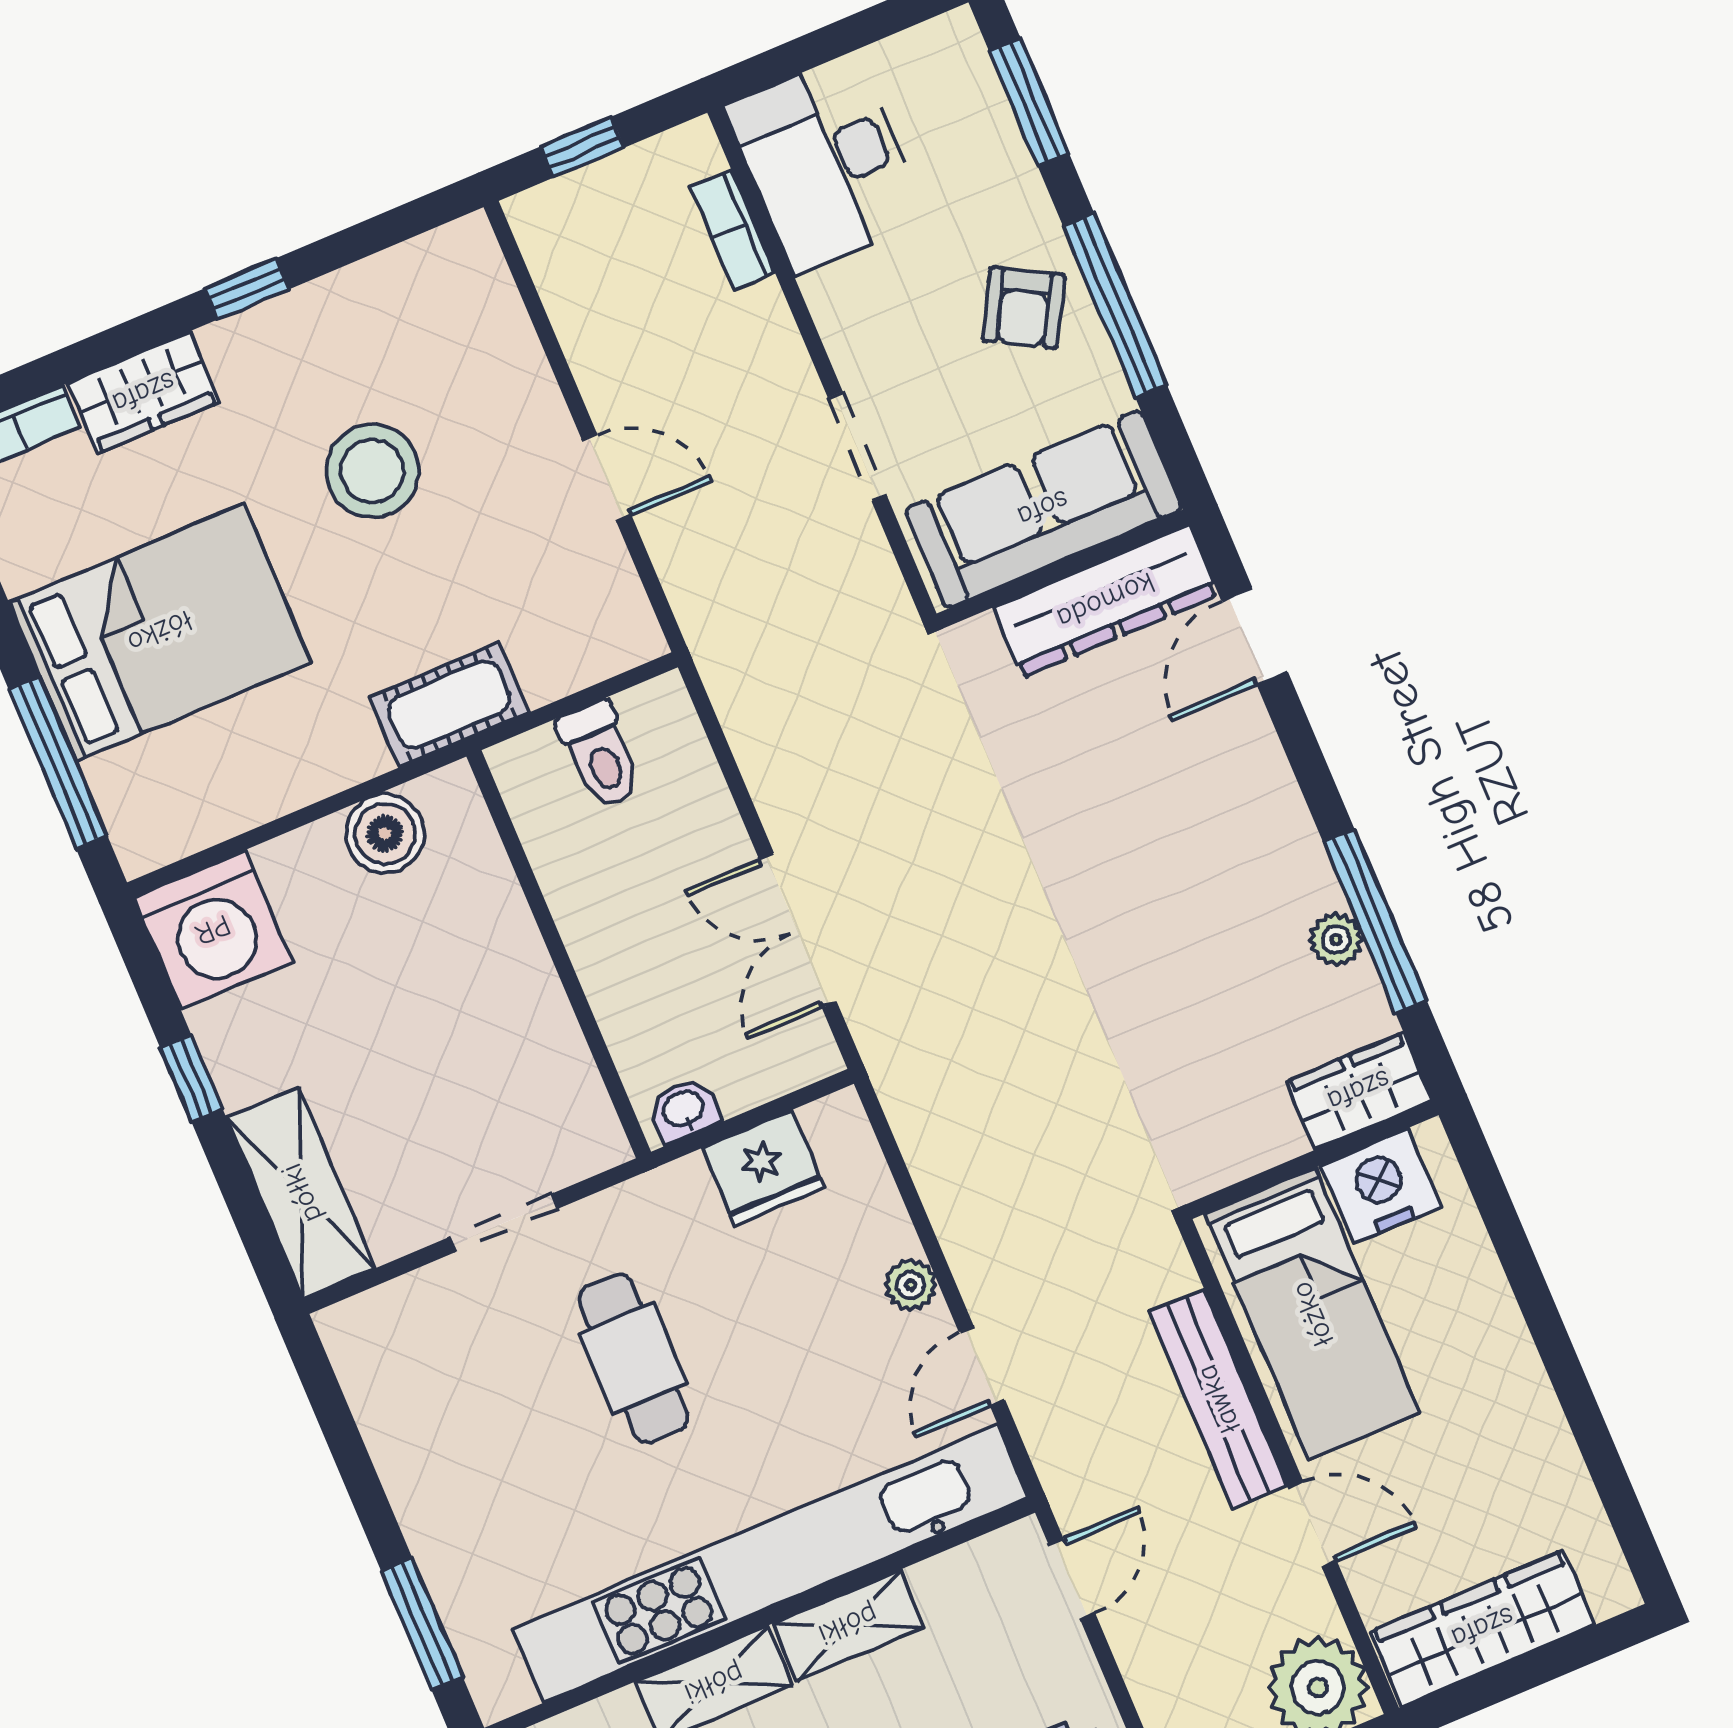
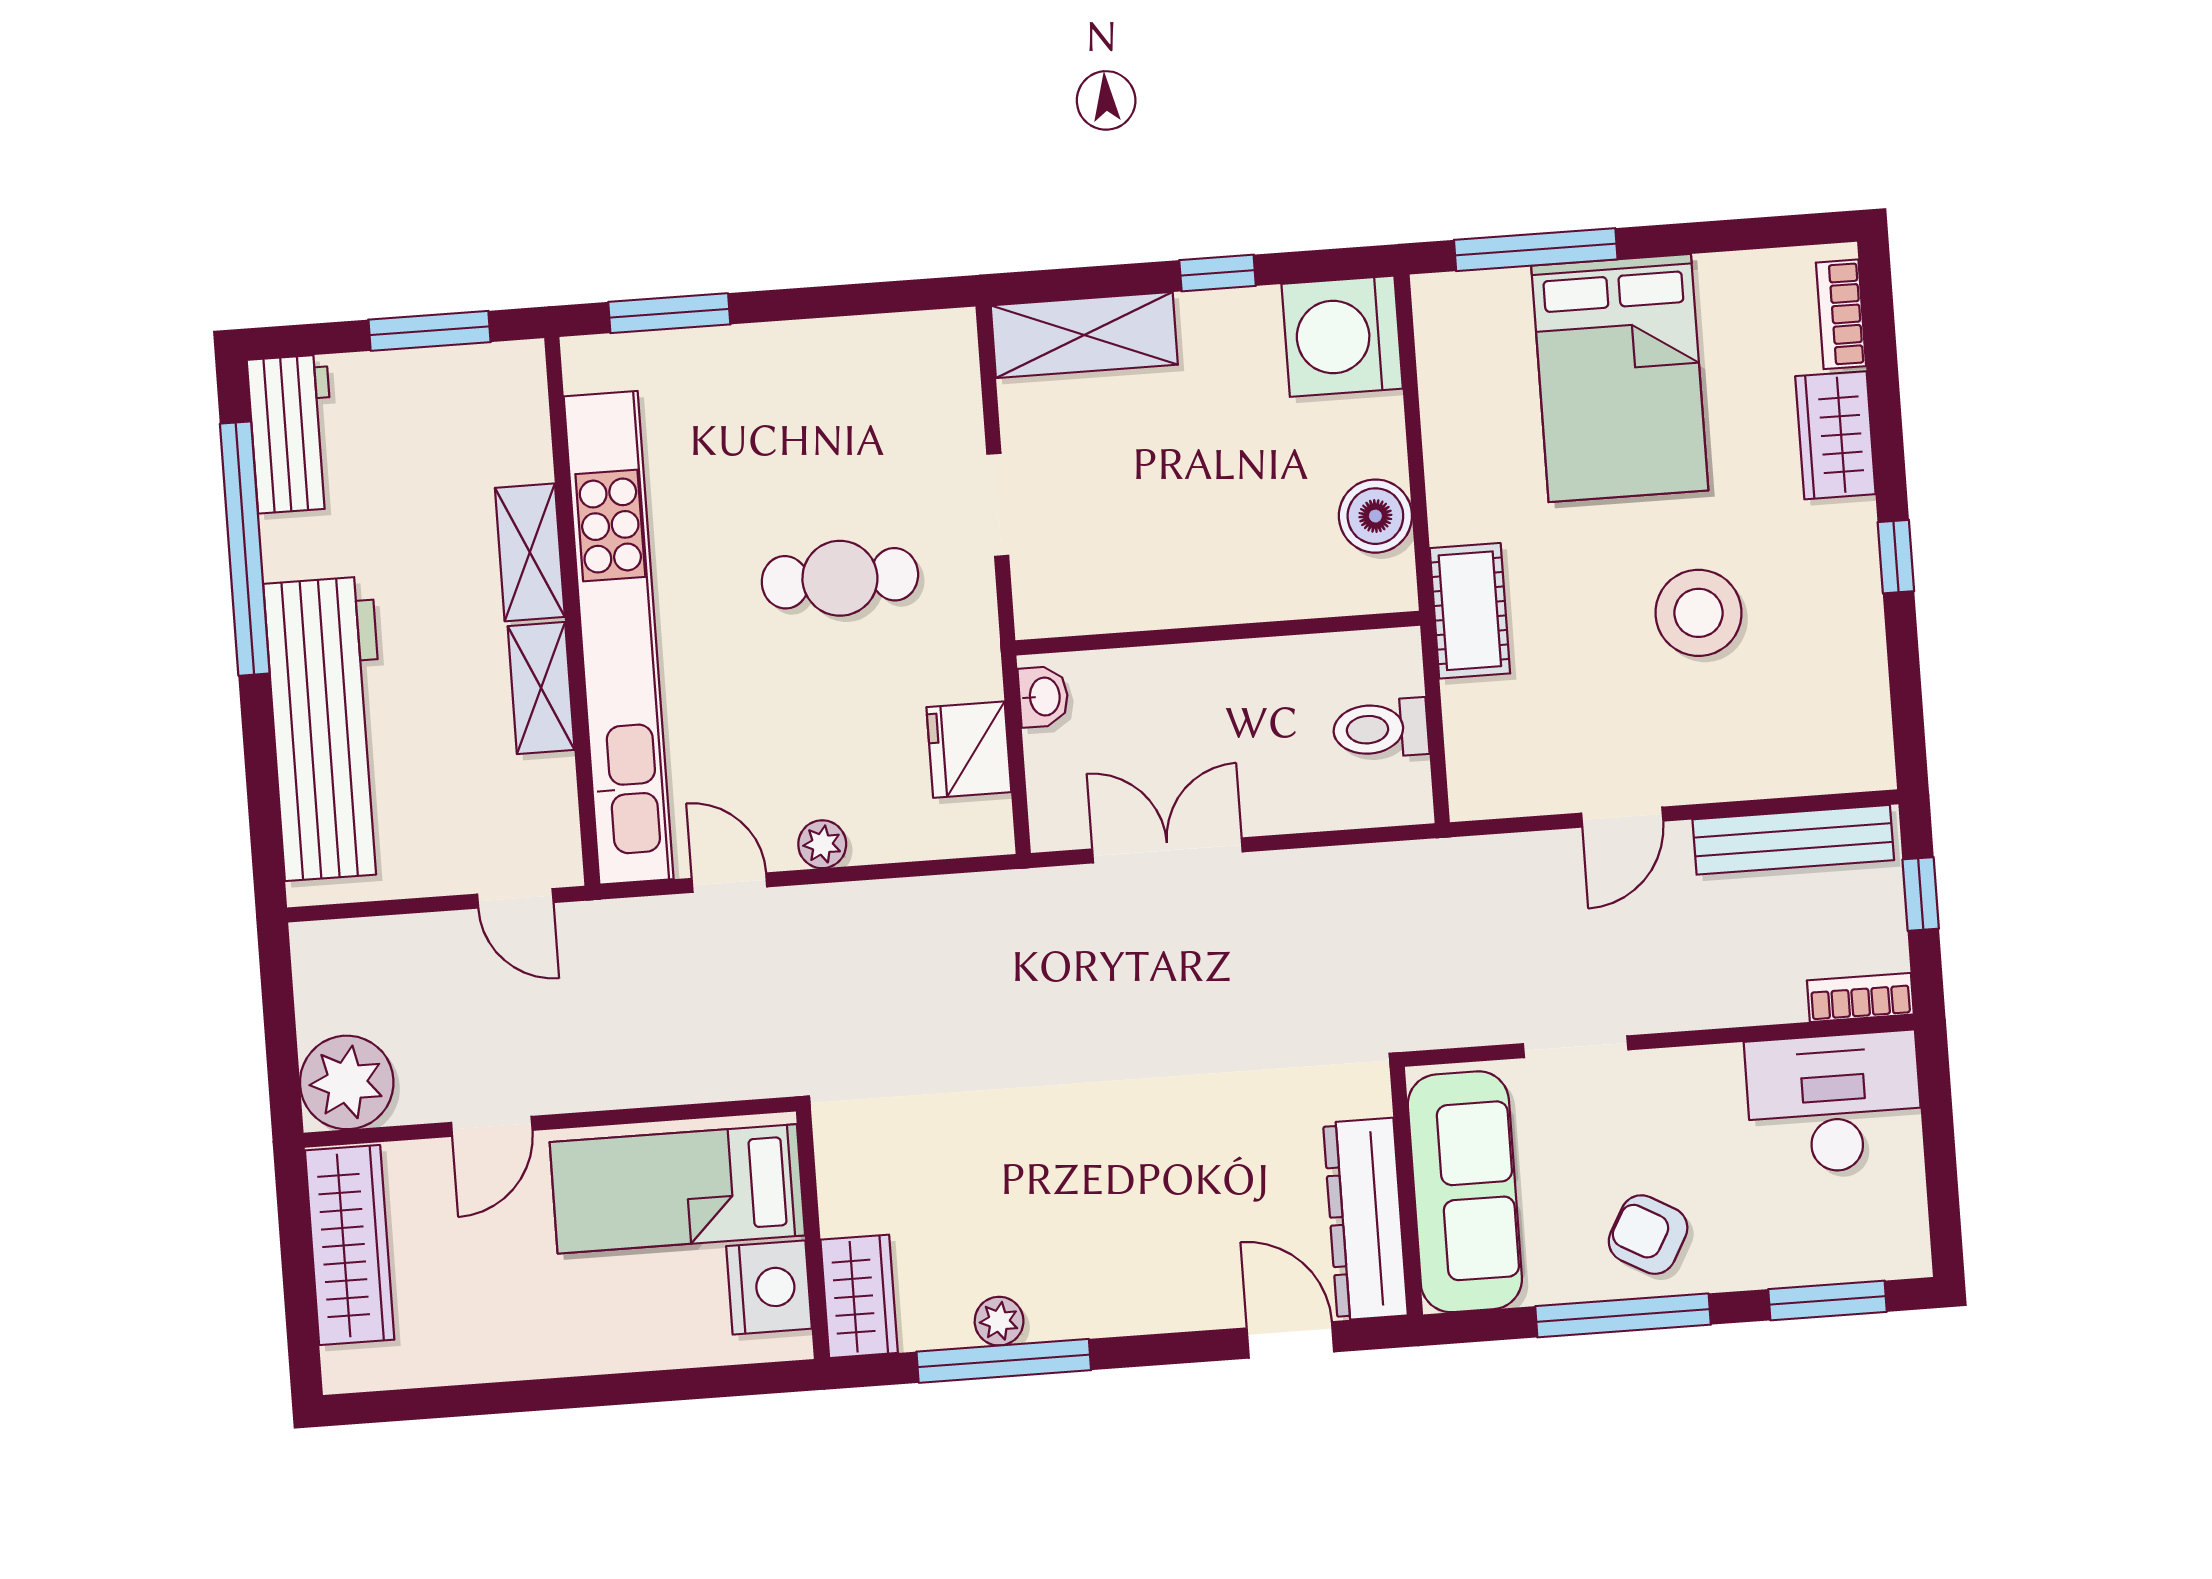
bookcase: (733, 230) -> (1860, 997), moved
bench: (1218, 1399) -> (1793, 840), moved

